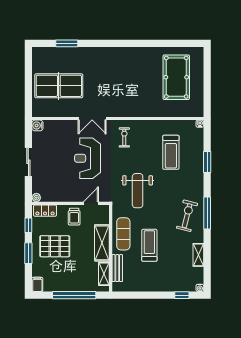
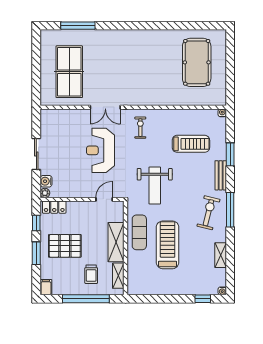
window: (67, 43) -> (78, 26), width x1.44
table tennis table: (59, 86) -> (69, 72), turned 90
water cooler: (37, 125) -> (46, 181), moved
treadmill: (171, 152) -> (191, 144), turned -90
trolley: (74, 217) -> (91, 274), moved
treadmill: (149, 245) -> (168, 245), width x1.37, depth x1.38
bench: (117, 268) -> (221, 175), moved

